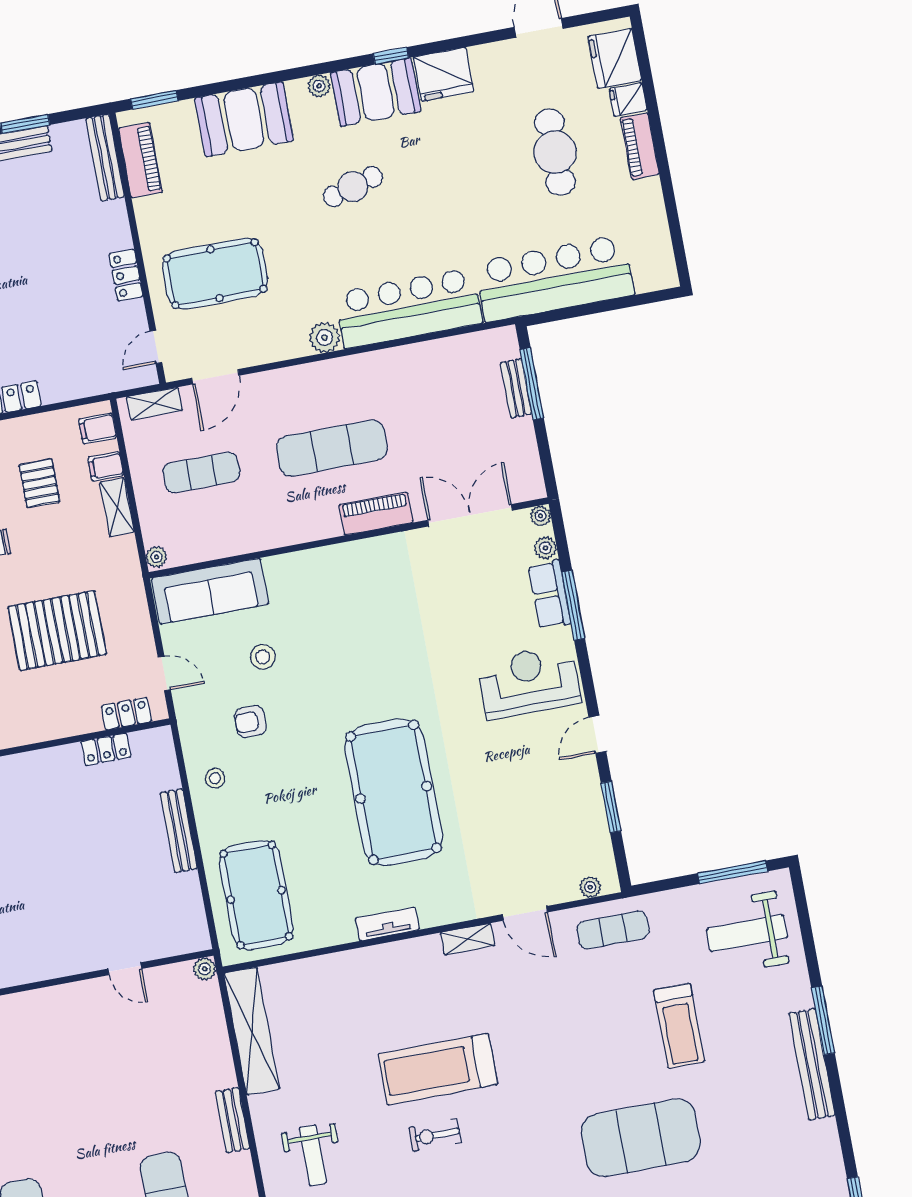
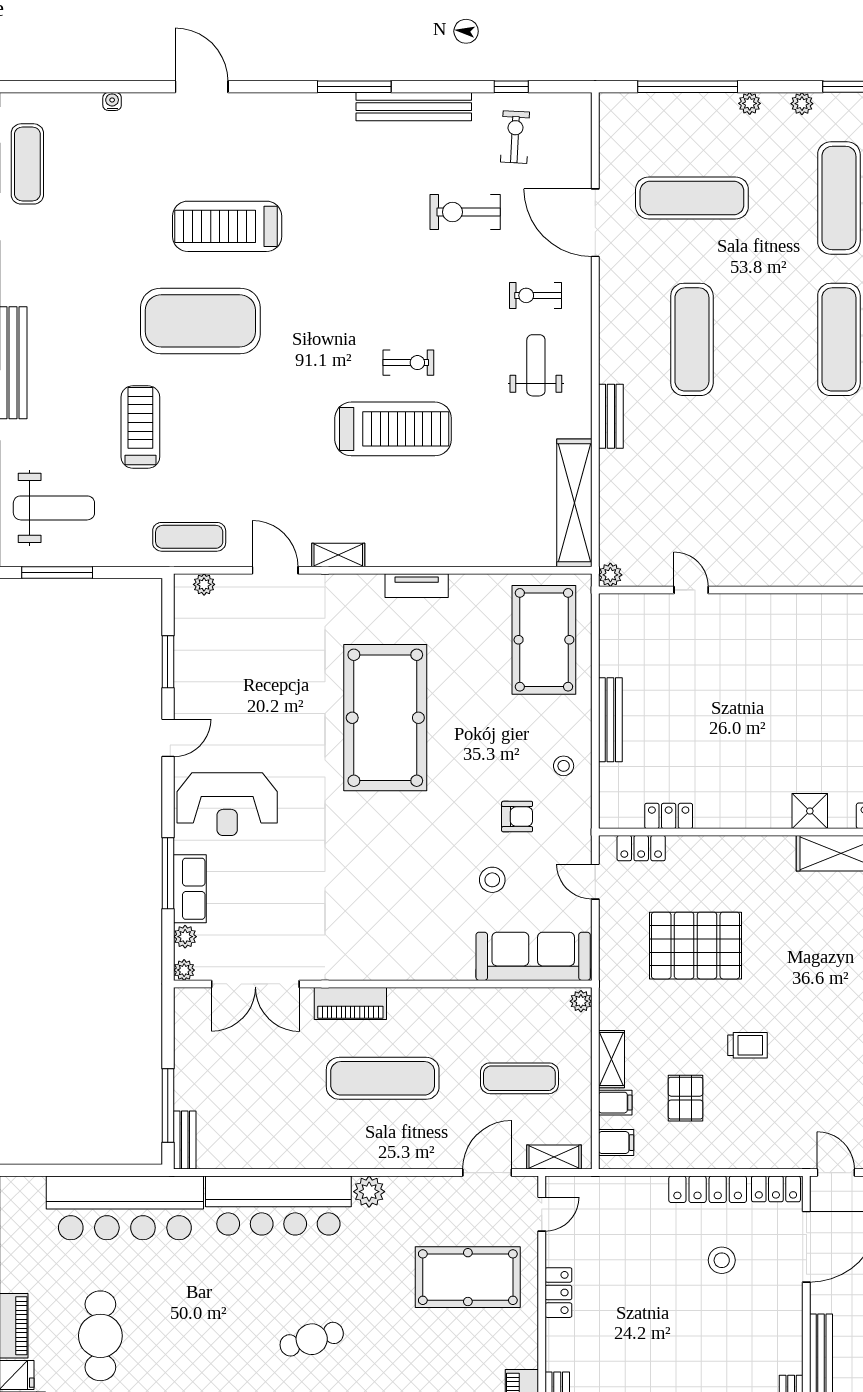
bench: (516, 388) -> (185, 1140), moved

